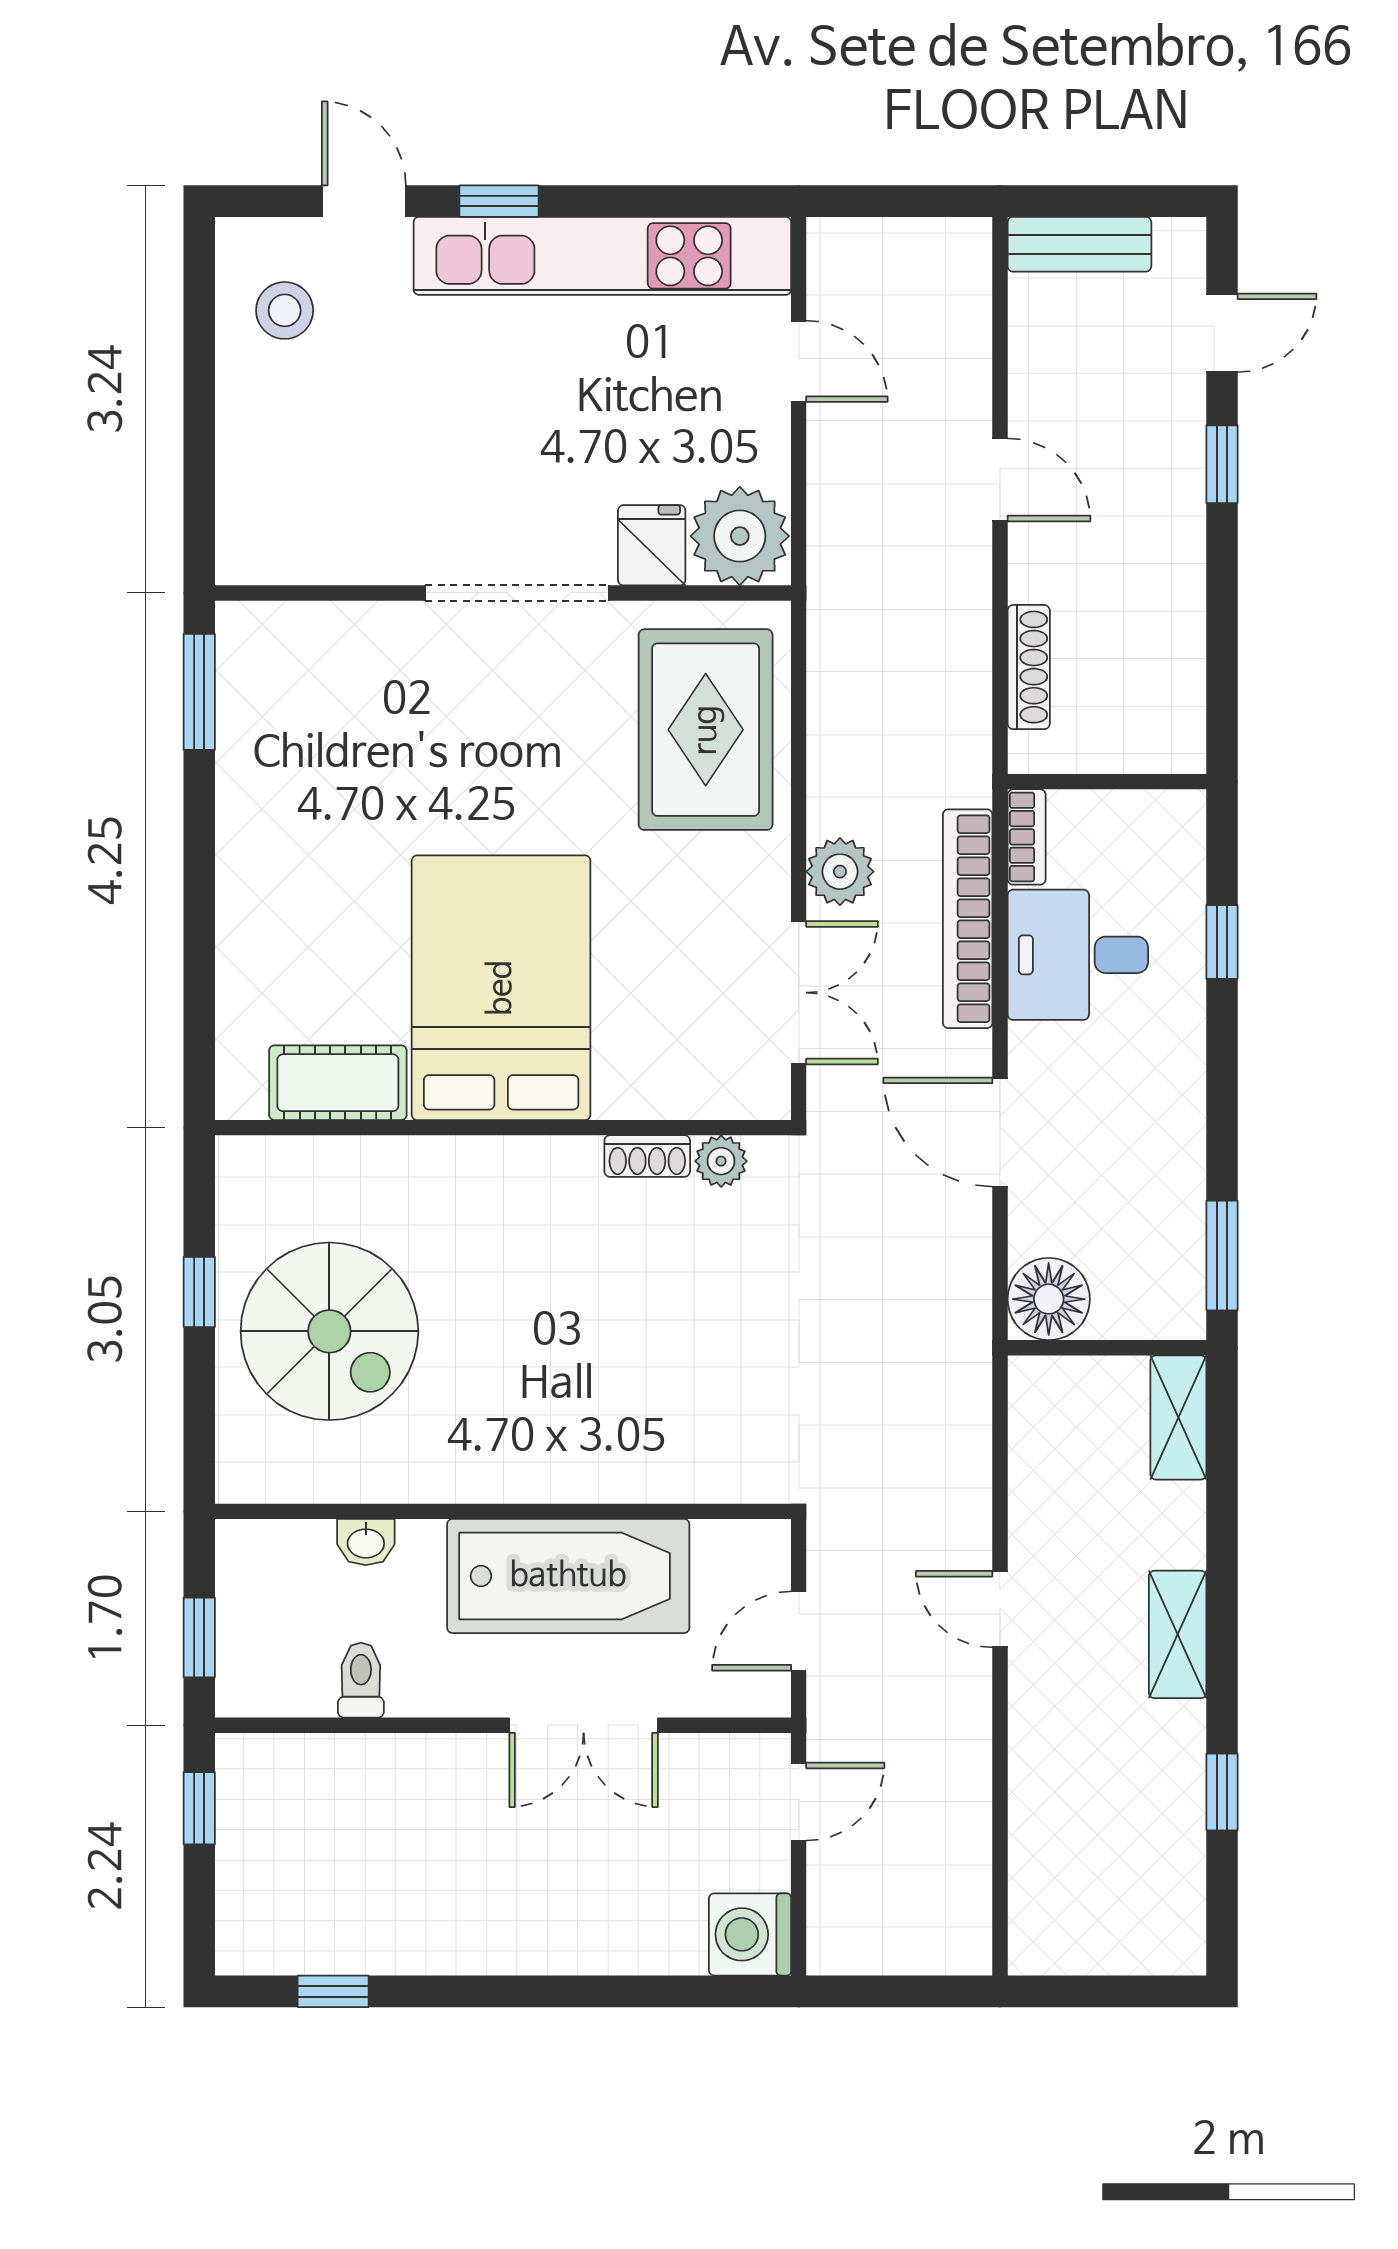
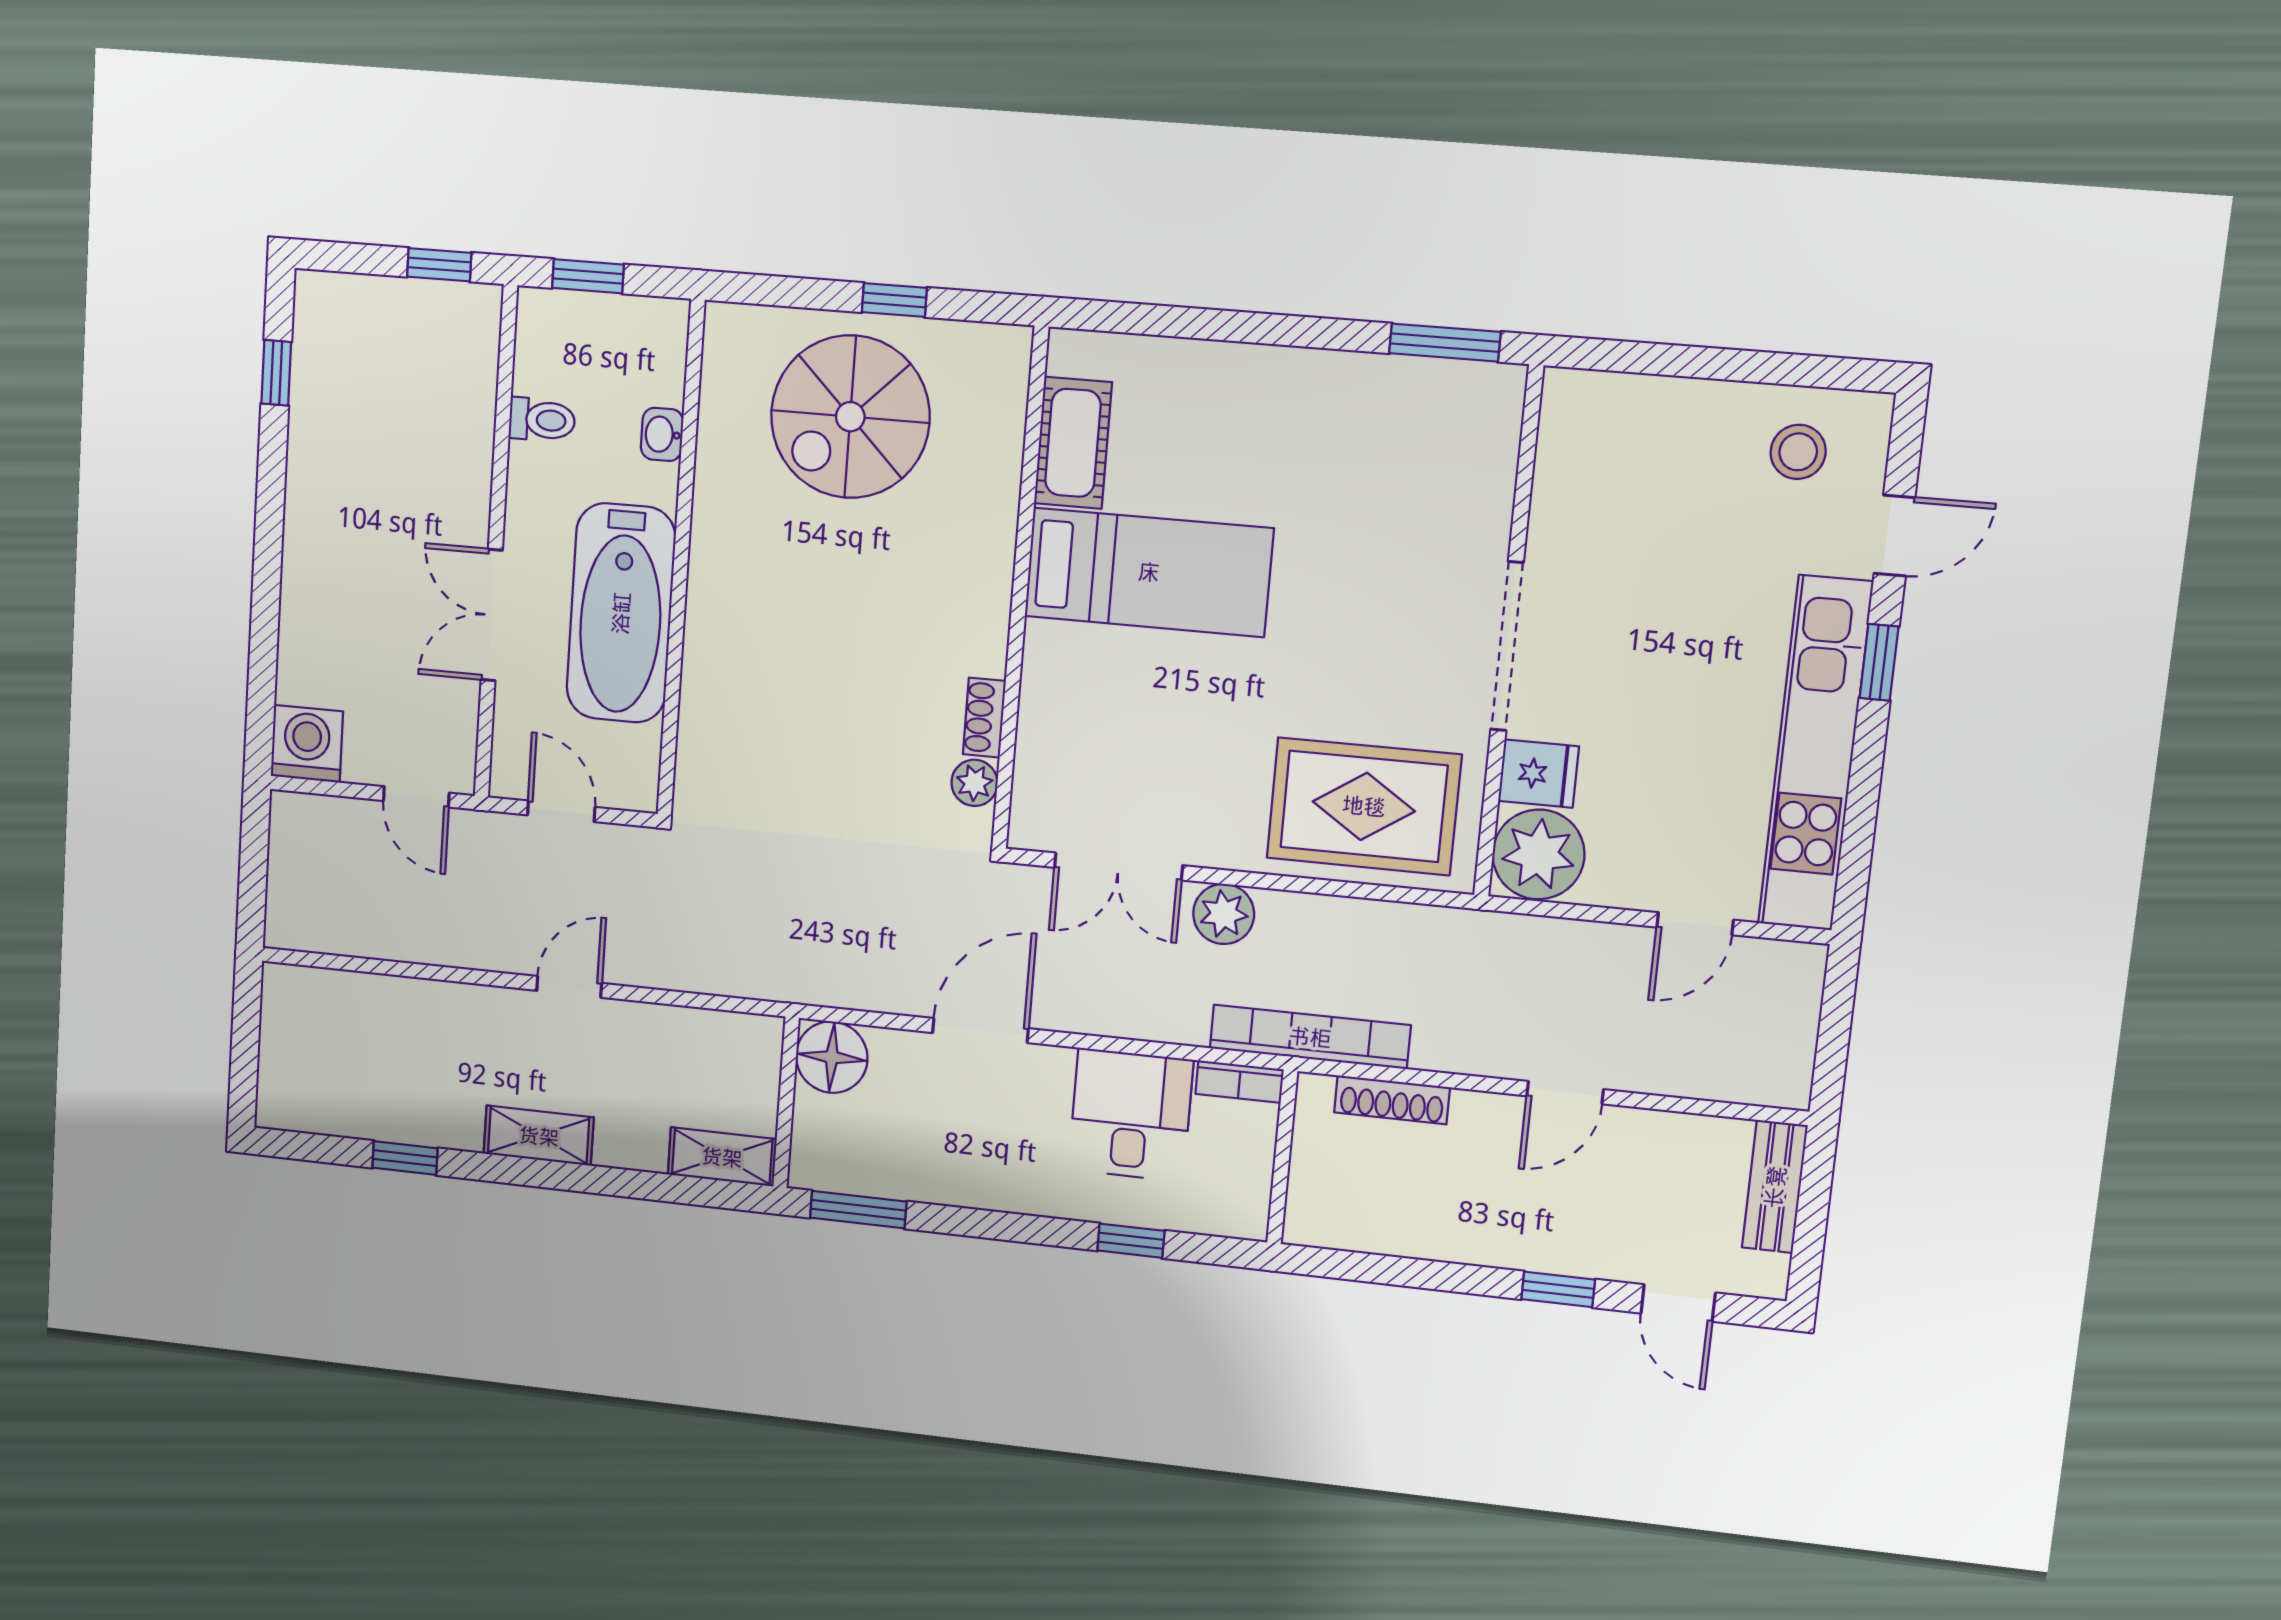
bookcase: (968, 919) -> (1310, 1037), moved
bed: (501, 988) -> (1149, 572), width x0.67

